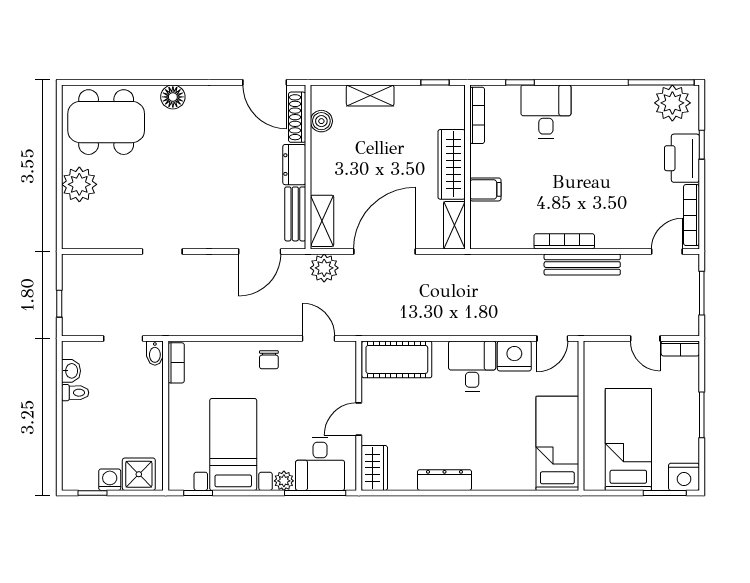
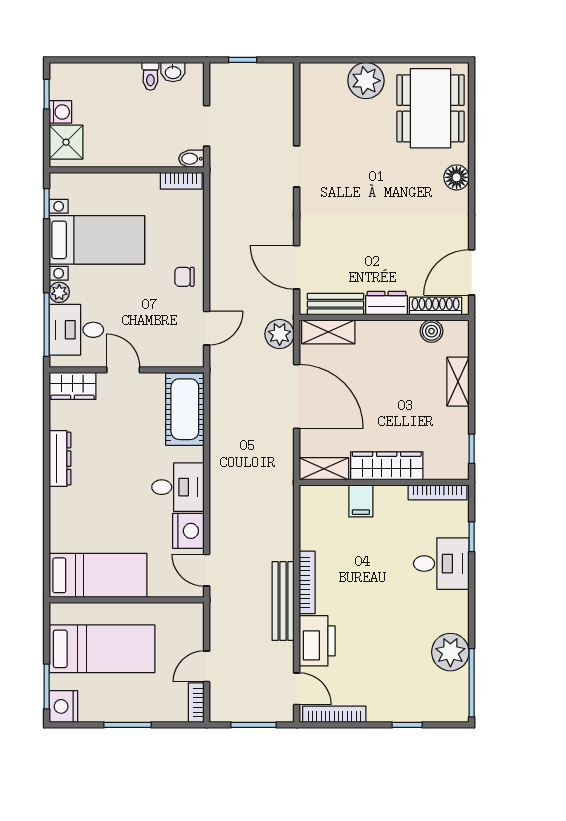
plant: (672, 103) -> (450, 652), moved
printer: (682, 158) -> (317, 641), moved, turned 90

